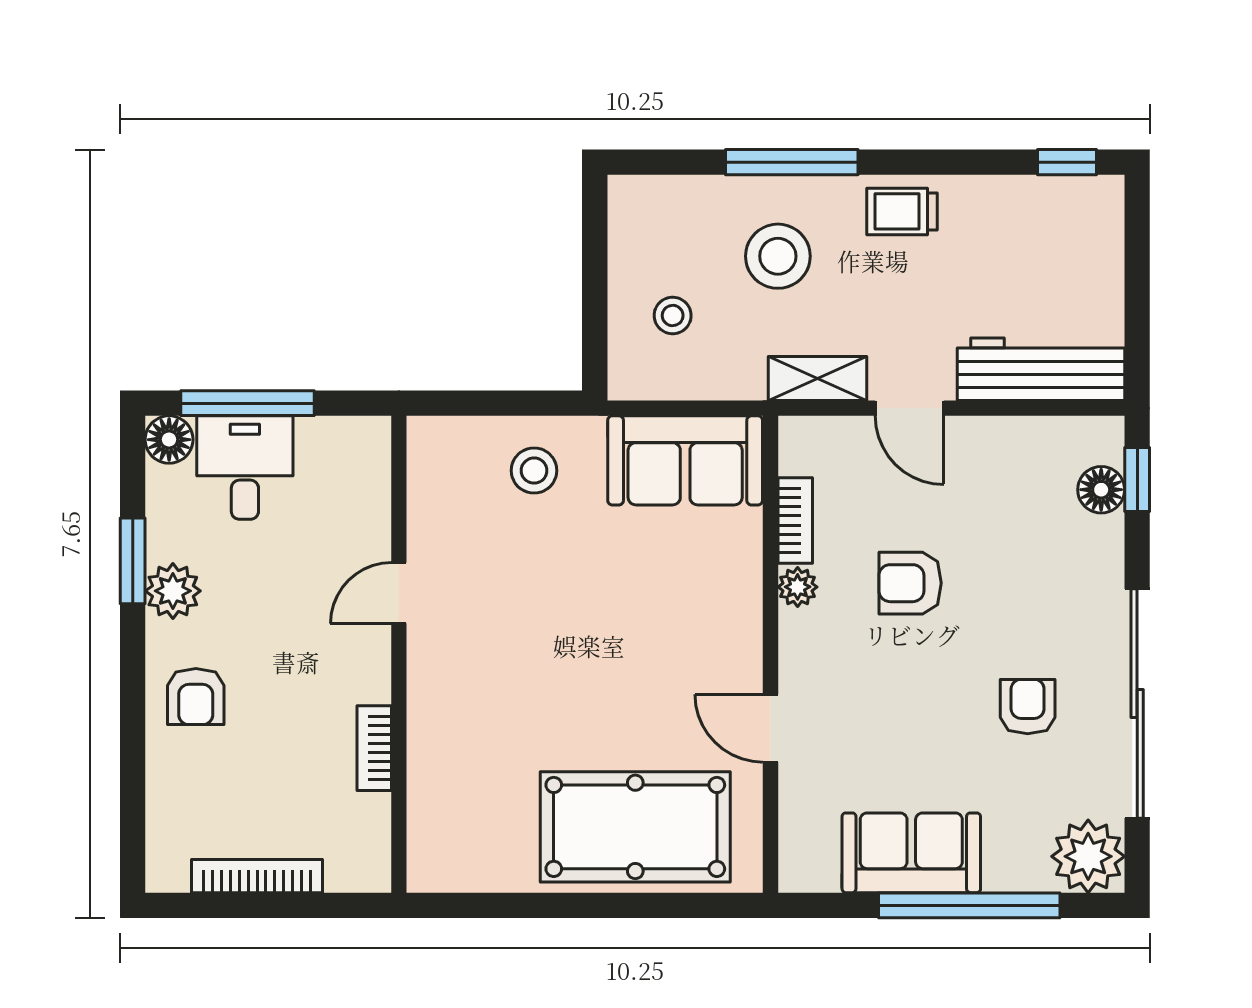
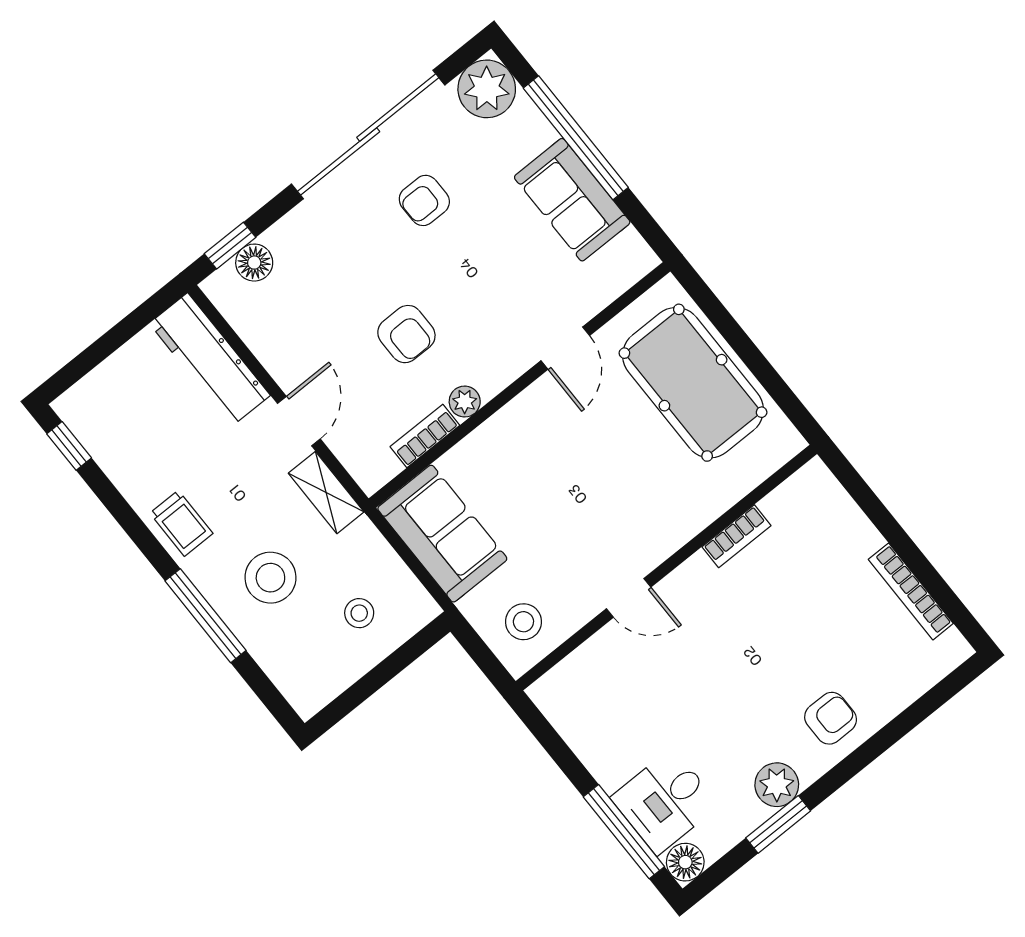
door: (399, 593) -> (629, 598), moved
wall: (399, 654) -> (666, 568), moved
bookcase: (374, 748) -> (736, 536), moved

